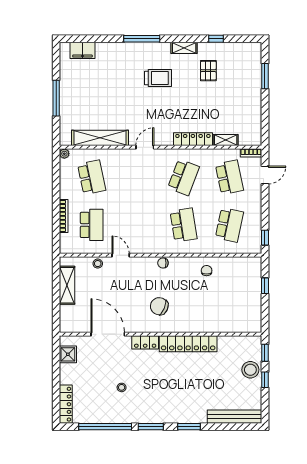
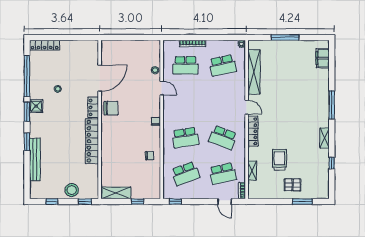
pallet: (208, 71) -> (293, 185), moved
trolley: (158, 78) -> (279, 160), moved, turned 180
locker: (193, 139) -> (253, 131), moved
school desk: (229, 225) -> (185, 174), turned -33
door: (121, 255) -> (162, 88), hinge flipped
shelving: (67, 285) -> (116, 193), moved
chair: (159, 306) -> (111, 108), moved, turned 67
shower: (68, 354) -> (36, 106), moved
window: (265, 380) -> (52, 202), moved
bench: (234, 417) -> (35, 159), moved

